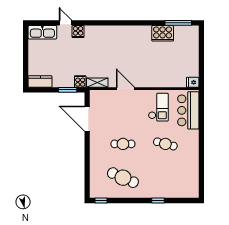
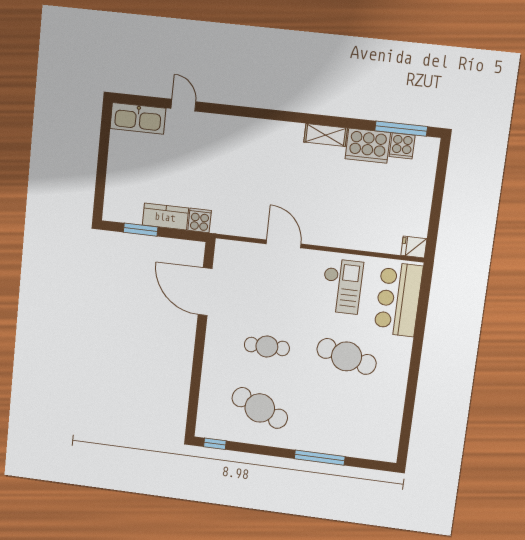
cooker: (78, 32) -> (402, 146), moved
kitchen counter: (40, 81) -> (165, 217), moved
shelving: (97, 83) -> (326, 135), moved
window: (68, 90) -> (141, 230), moved
cafe table: (165, 144) -> (347, 356), width x1.37, depth x1.35
window: (158, 201) -> (320, 458), width x2.17

